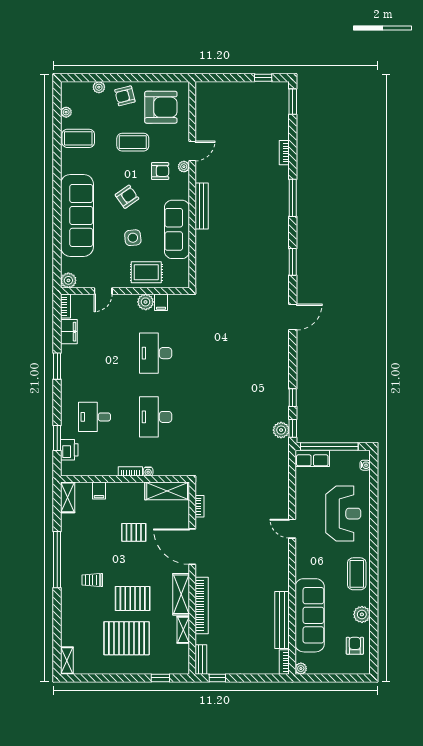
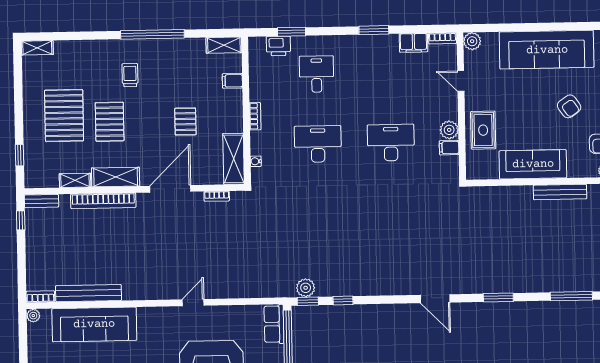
side table: (133, 238) -> (522, 114), removed
water cooler: (148, 471) -> (256, 161), moved

